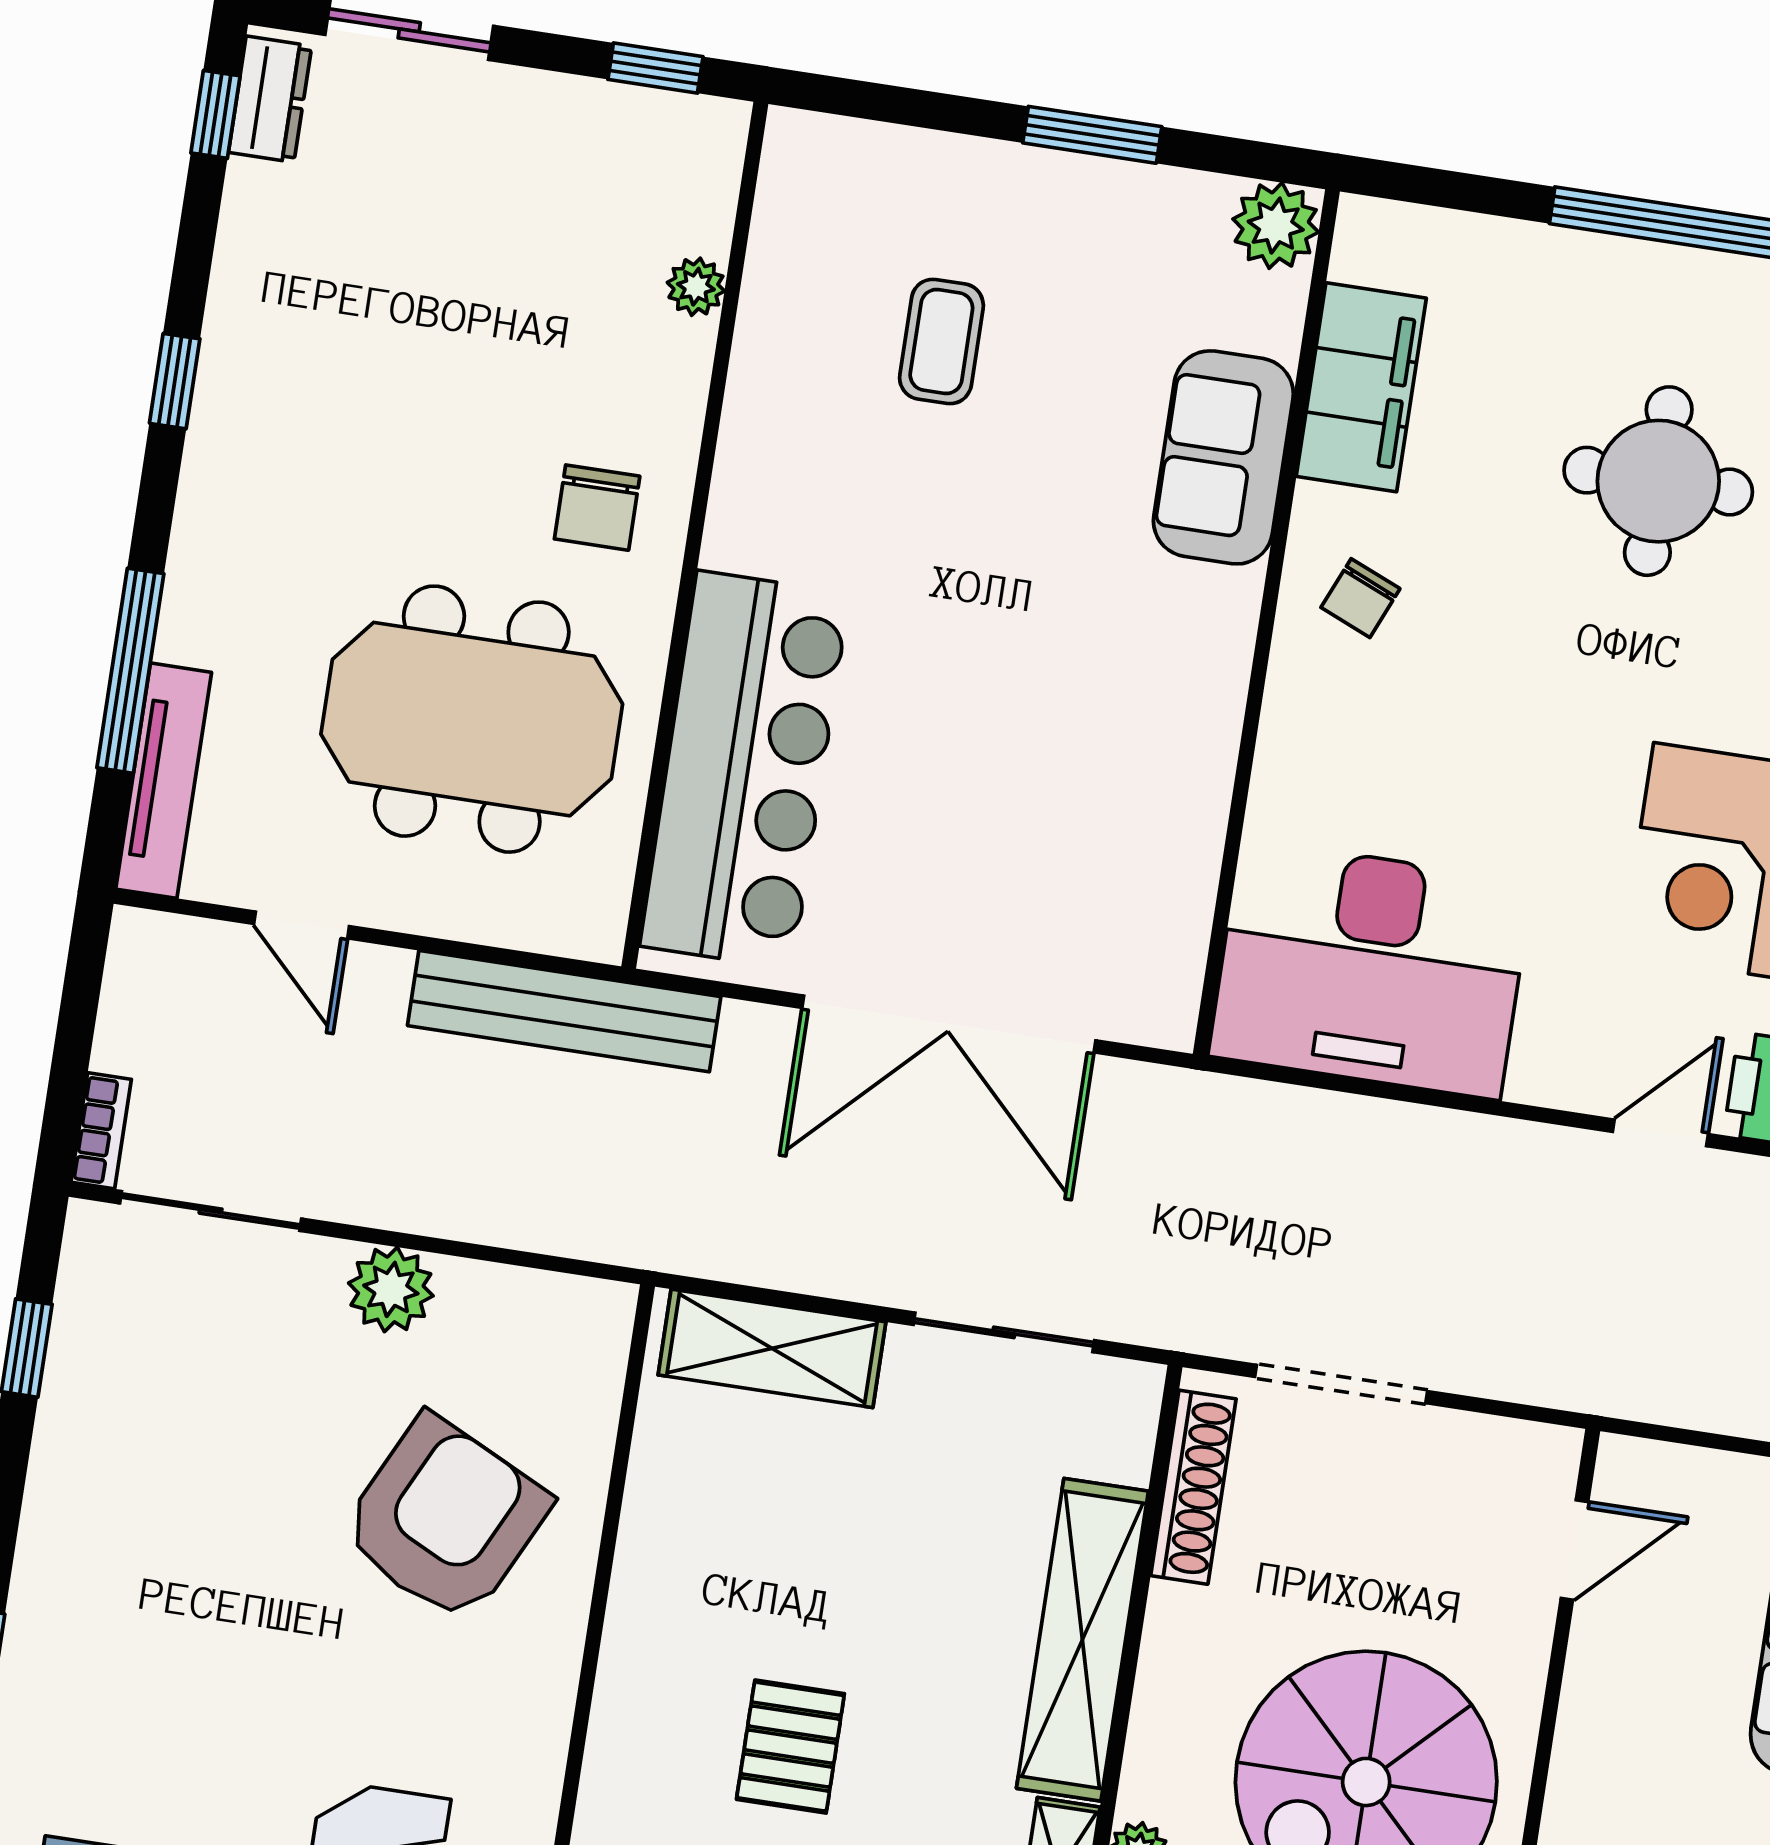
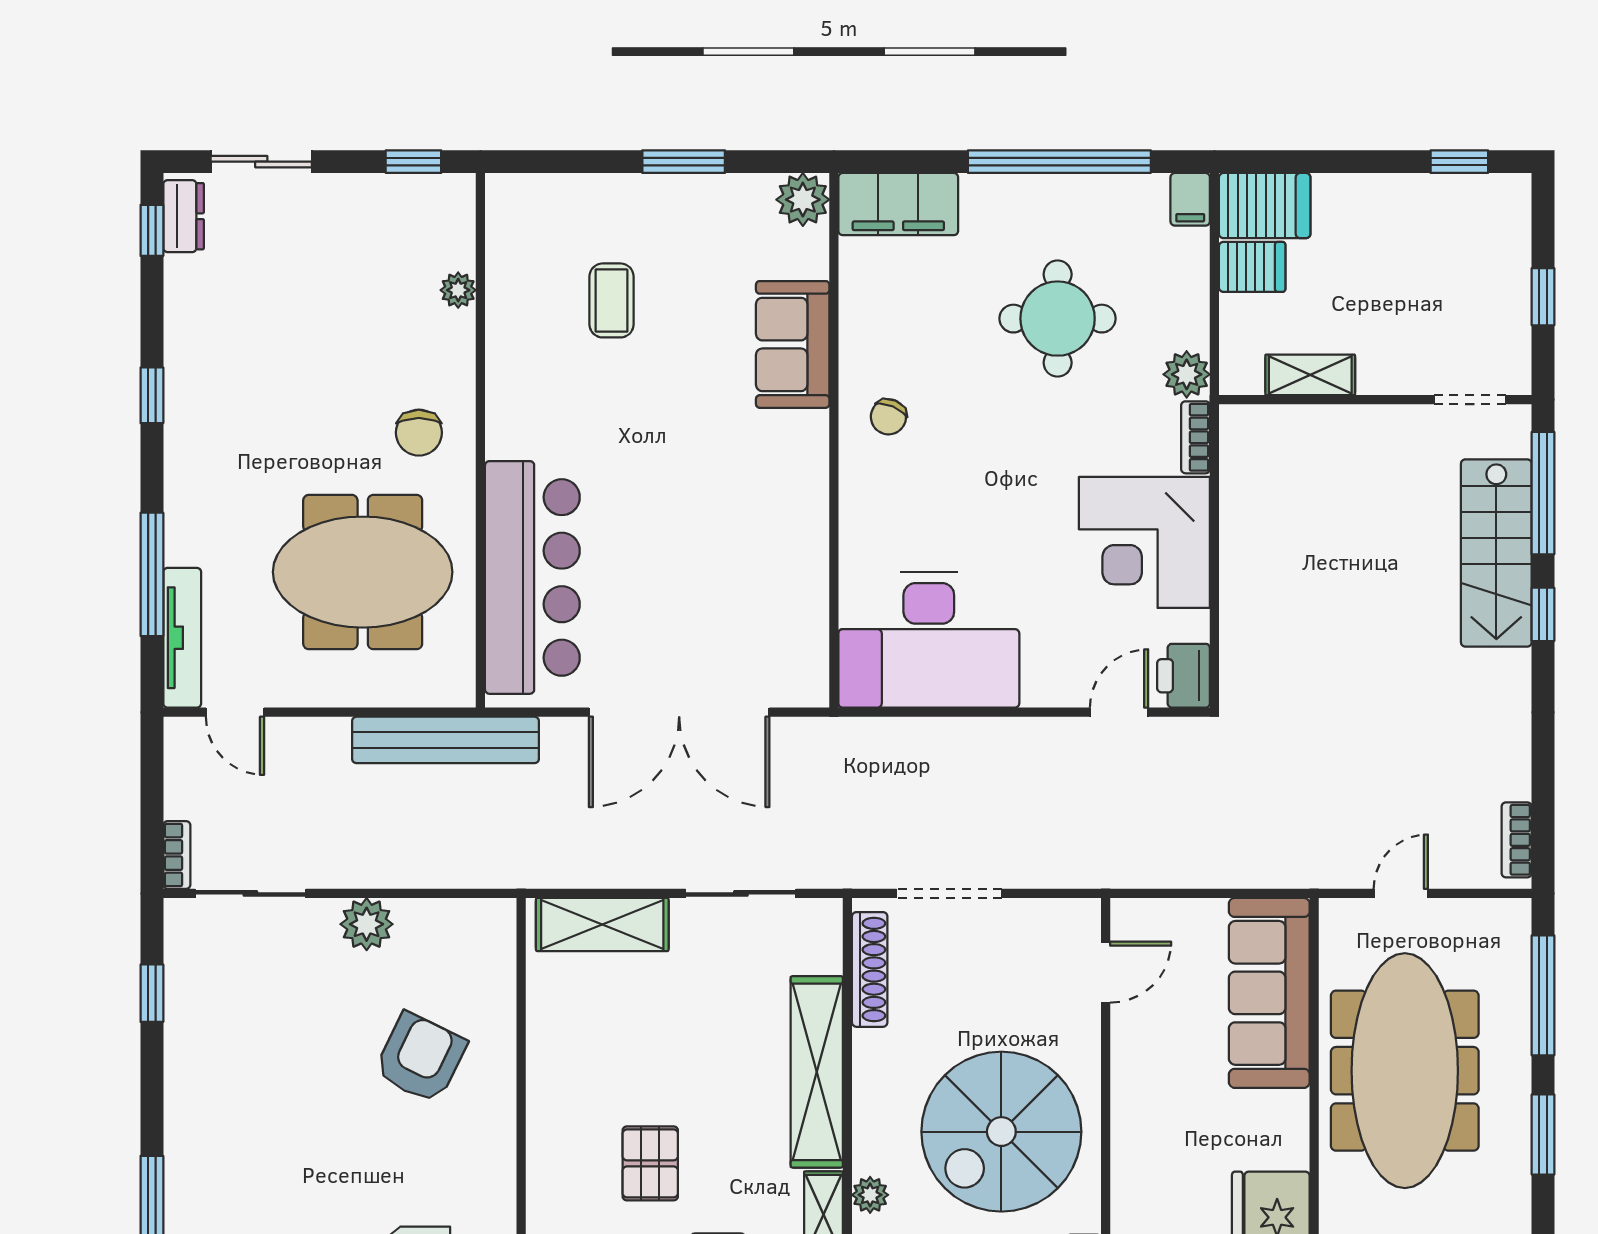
filing cabinet: (1361, 387) -> (898, 204), moved, turned 90
door: (302, 925) -> (235, 712), moved
armchair: (445, 1519) -> (420, 1058), width x0.73, depth x0.73

